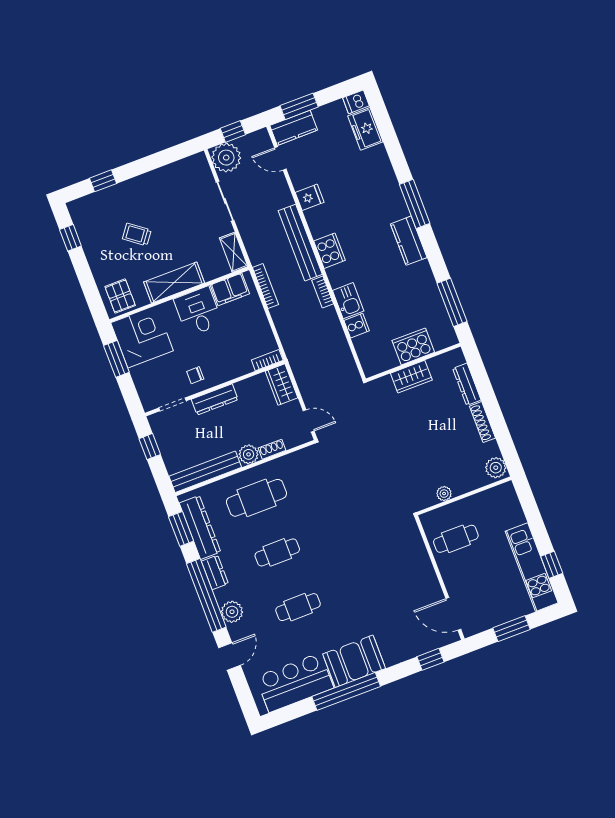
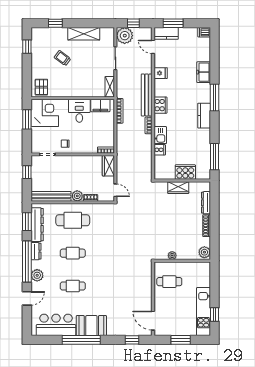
freezer: (365, 129) -> (204, 72), moved
shelving: (174, 283) -> (84, 34), moved
dresser: (215, 399) -> (70, 160), removed

